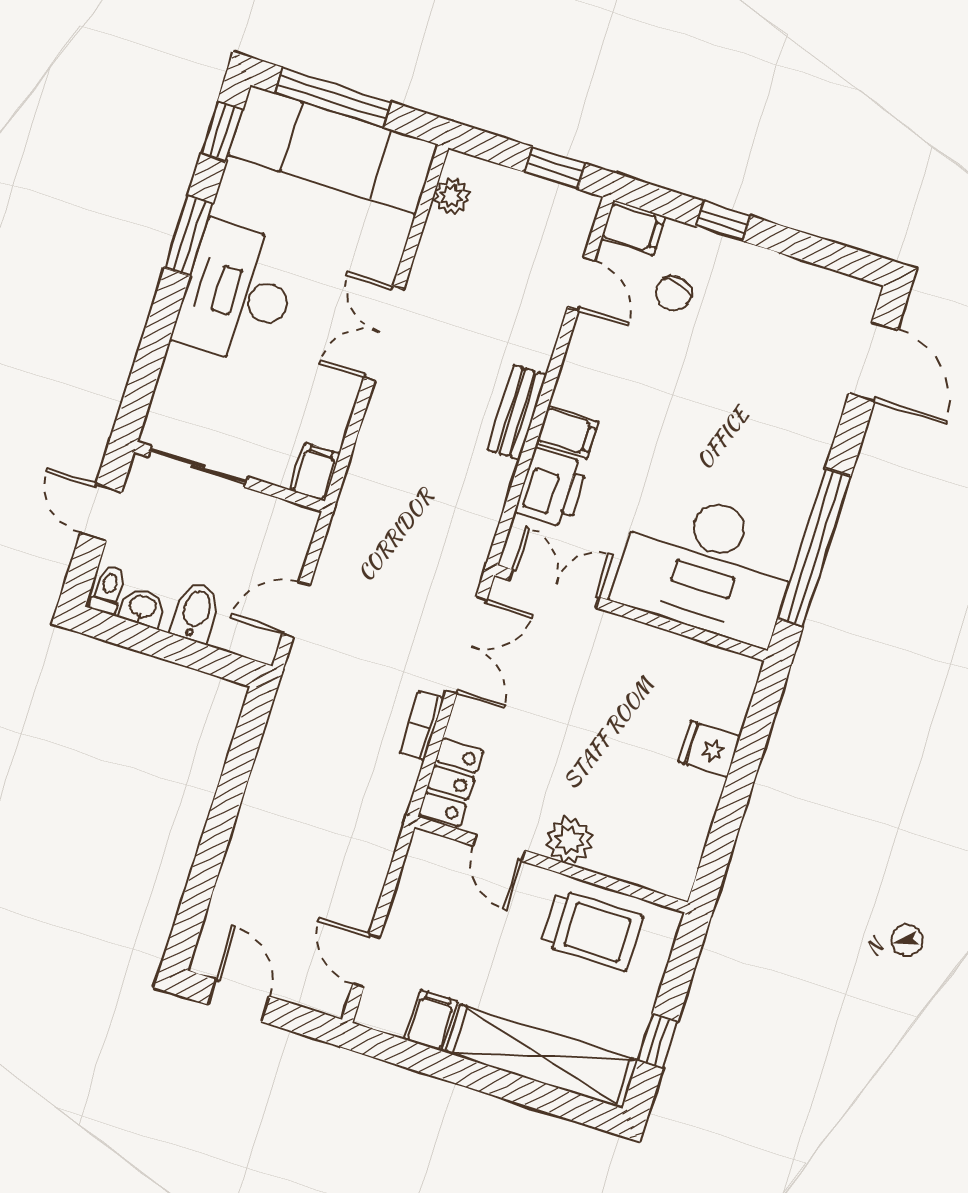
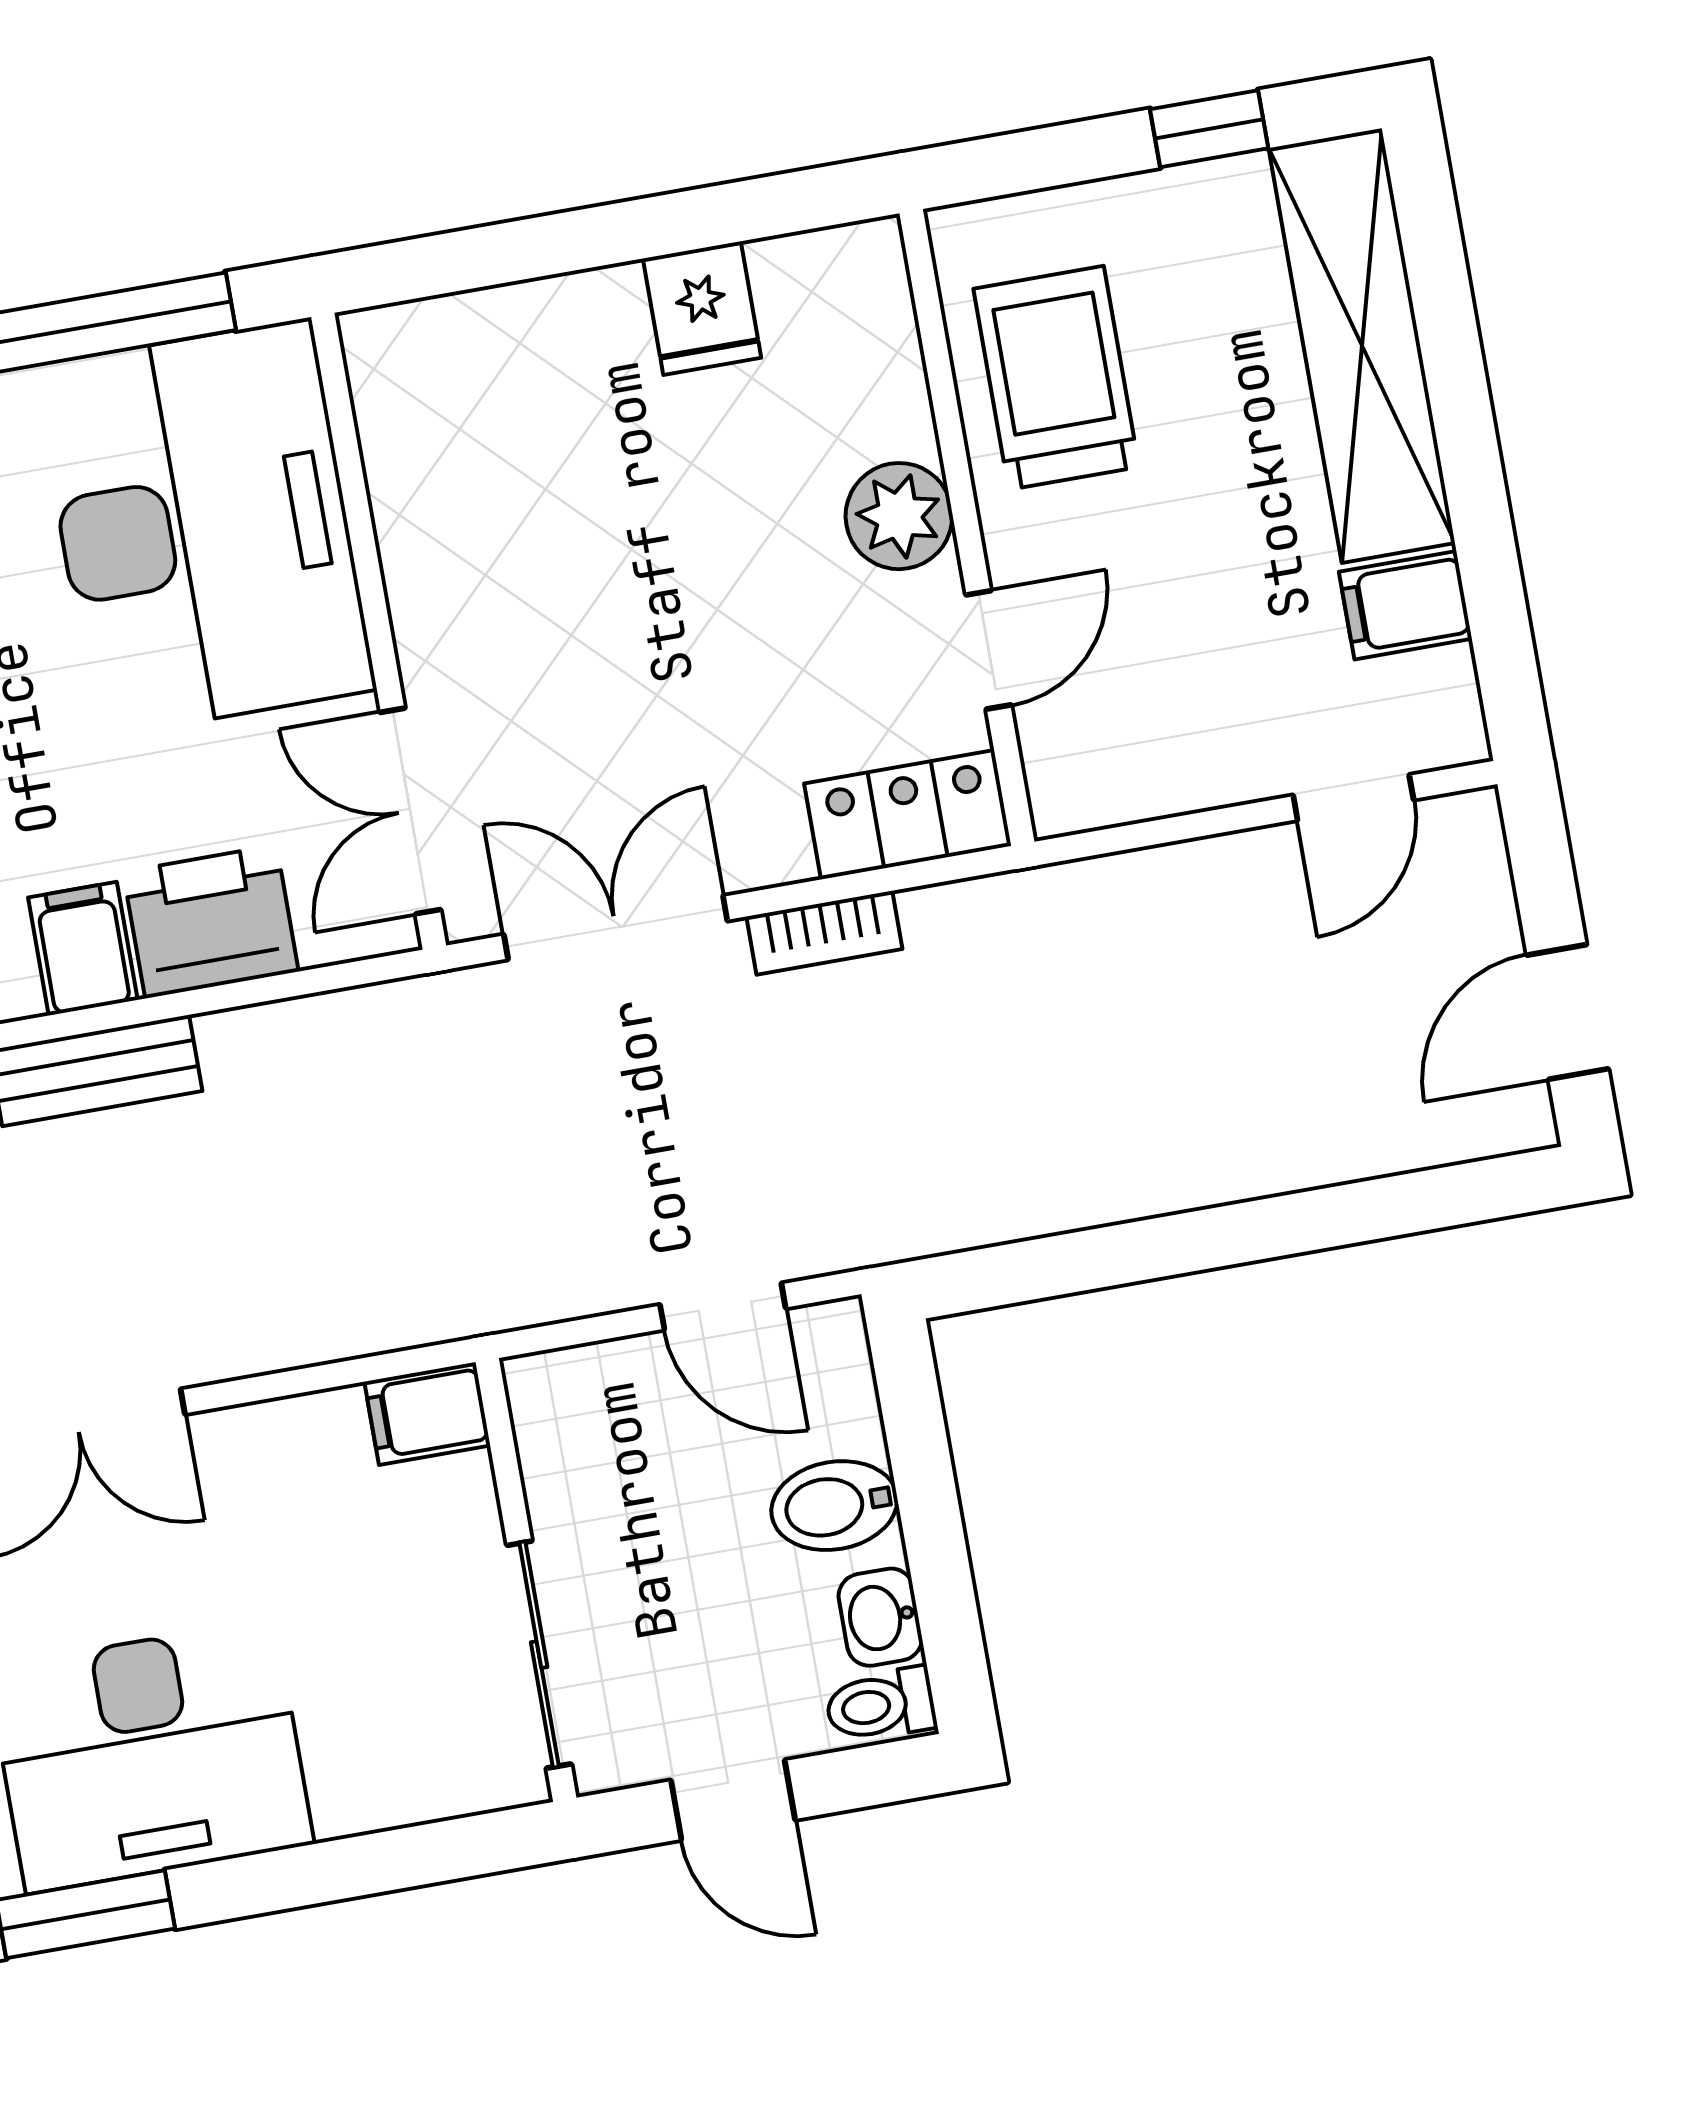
door: (101, 513) -> (733, 1800), hinge flipped
fridge: (709, 749) -> (702, 308), moved

